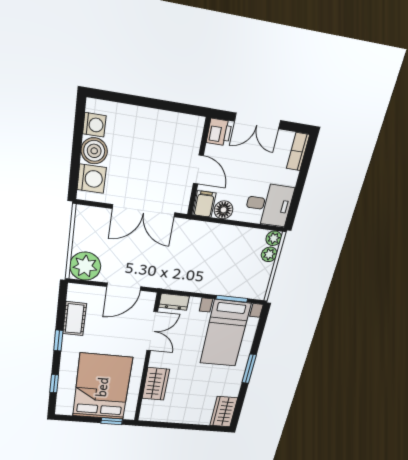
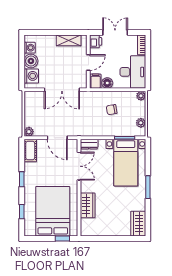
double door: (258, 121) -> (115, 33), swing flipped
shelving: (170, 122) -> (69, 40), added
door: (198, 169) -> (88, 63), hinge flipped
desk: (269, 205) -> (133, 72), width x1.37
chair: (221, 254) -> (112, 110), added
plant: (269, 254) -> (141, 123), moved
plant: (85, 266) -> (29, 132), width x0.53, depth x0.53
door: (124, 287) -> (57, 138), hinge flipped
cot: (75, 319) -> (30, 151), moved

